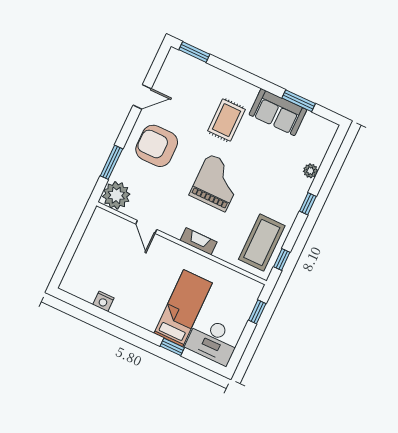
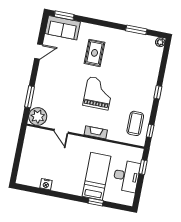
sofa: (278, 112) -> (63, 28), moved
armchair: (157, 146) -> (55, 80), removed
plant: (310, 171) -> (160, 42), moved
coffee table: (262, 243) -> (135, 123), width x0.73, depth x0.76
desk: (213, 341) -> (126, 176), moved, turned -90

